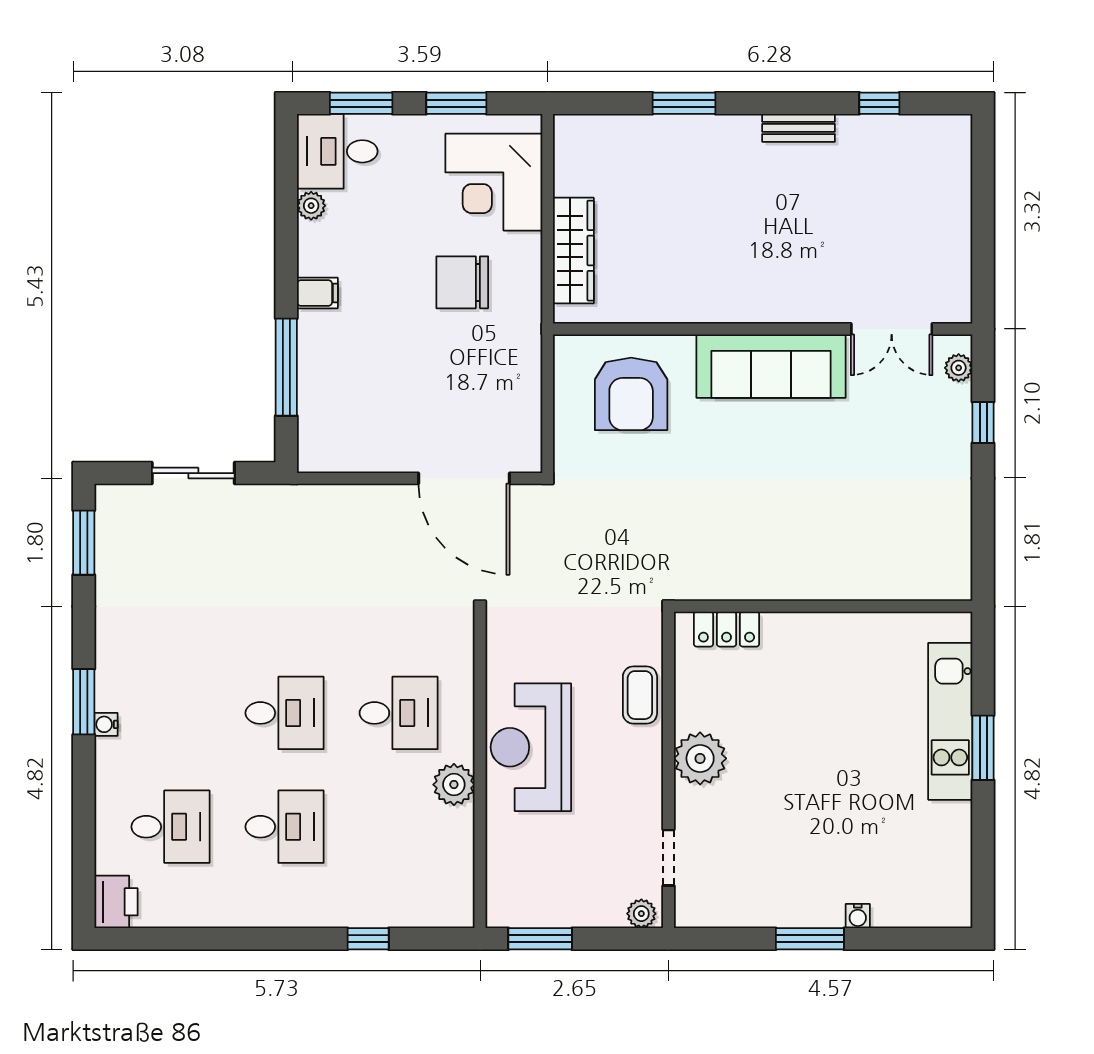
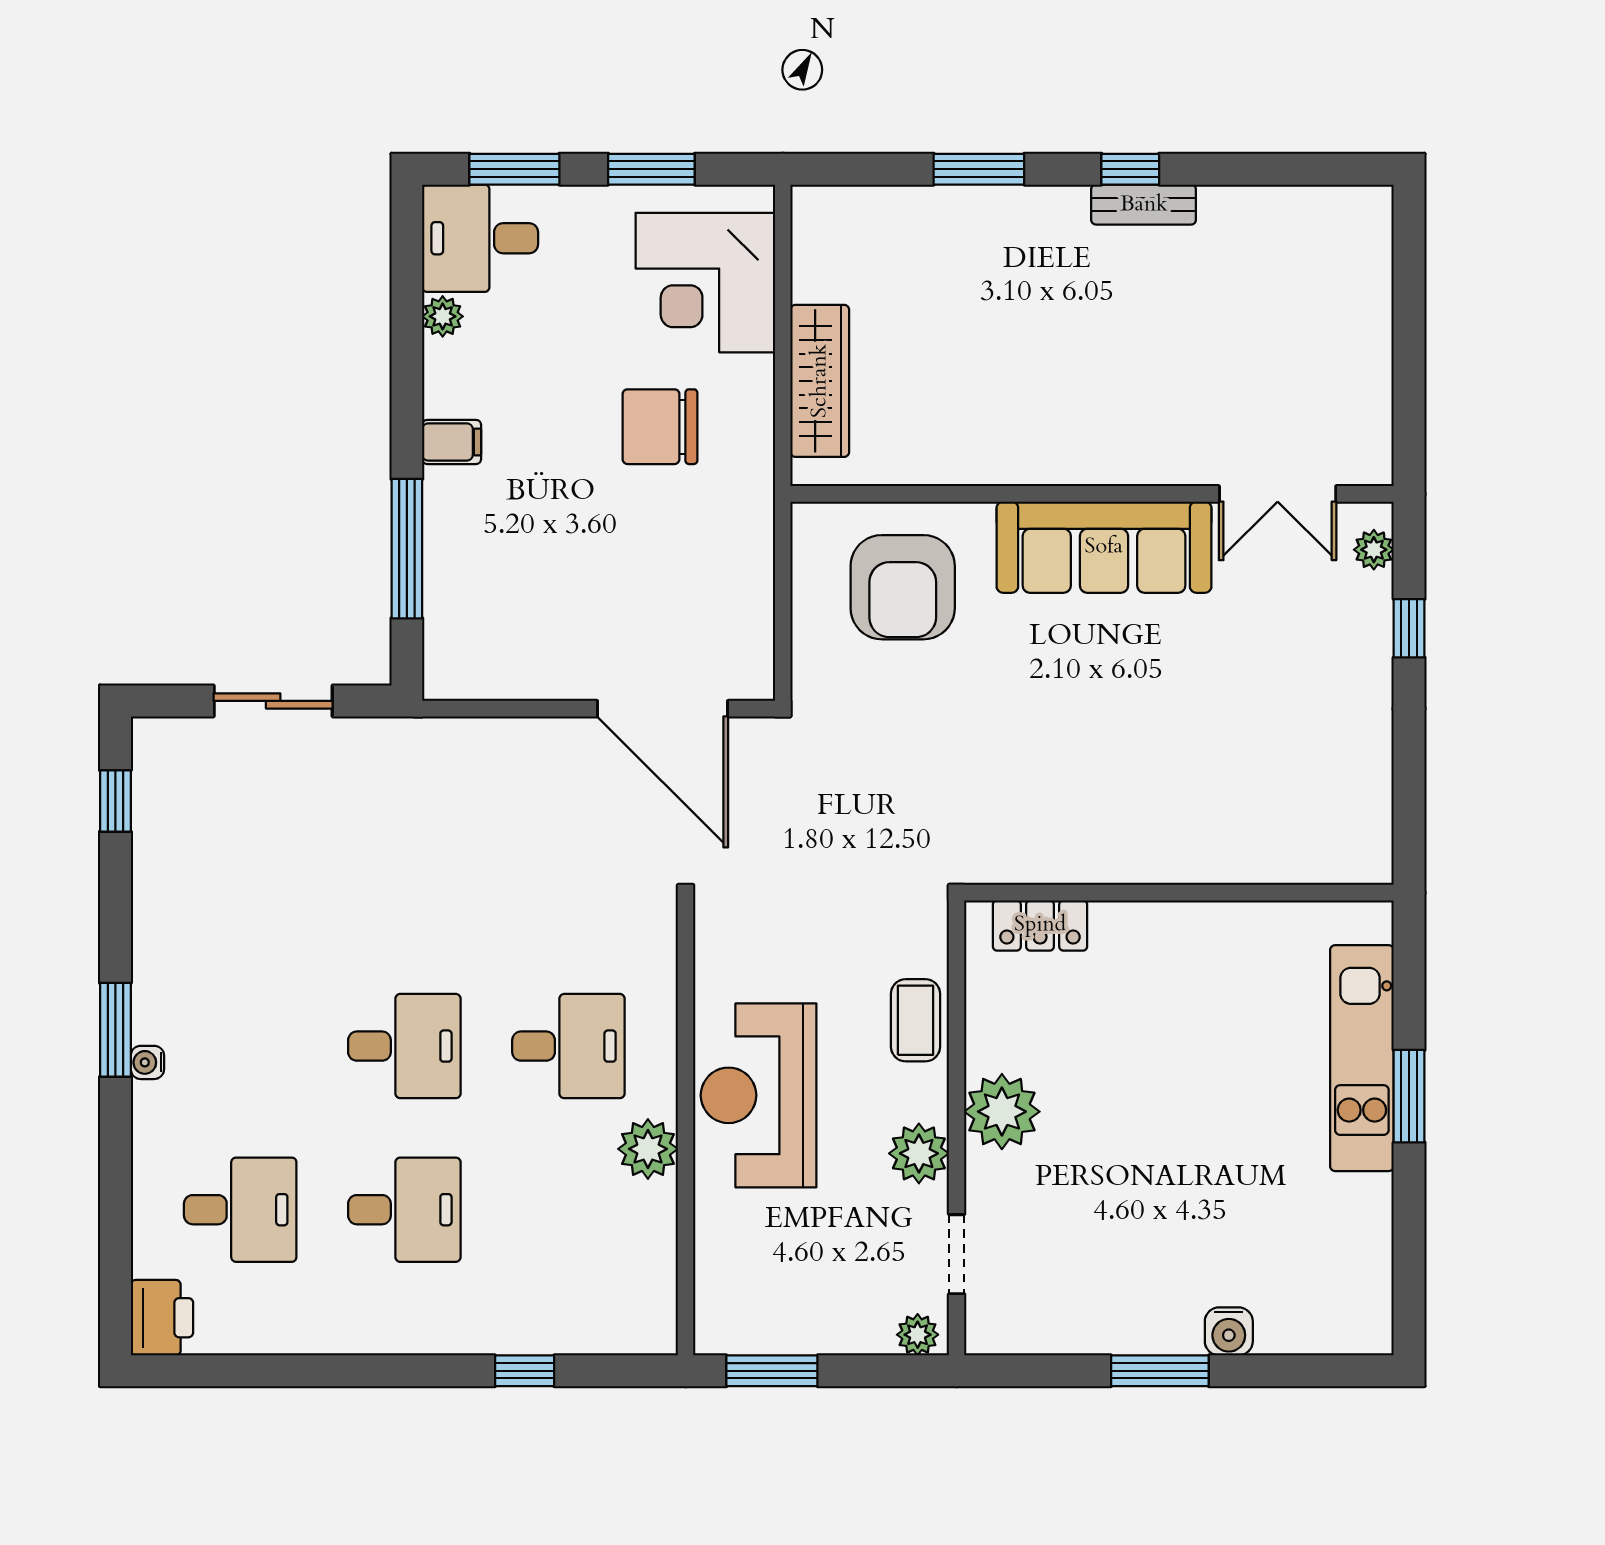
window: (879, 103) -> (1130, 169), moved
window: (84, 543) -> (115, 801), width x0.67
plant: (642, 788) -> (919, 1153), added
water cooler: (858, 916) -> (1229, 1331), width x1.38, depth x1.38

